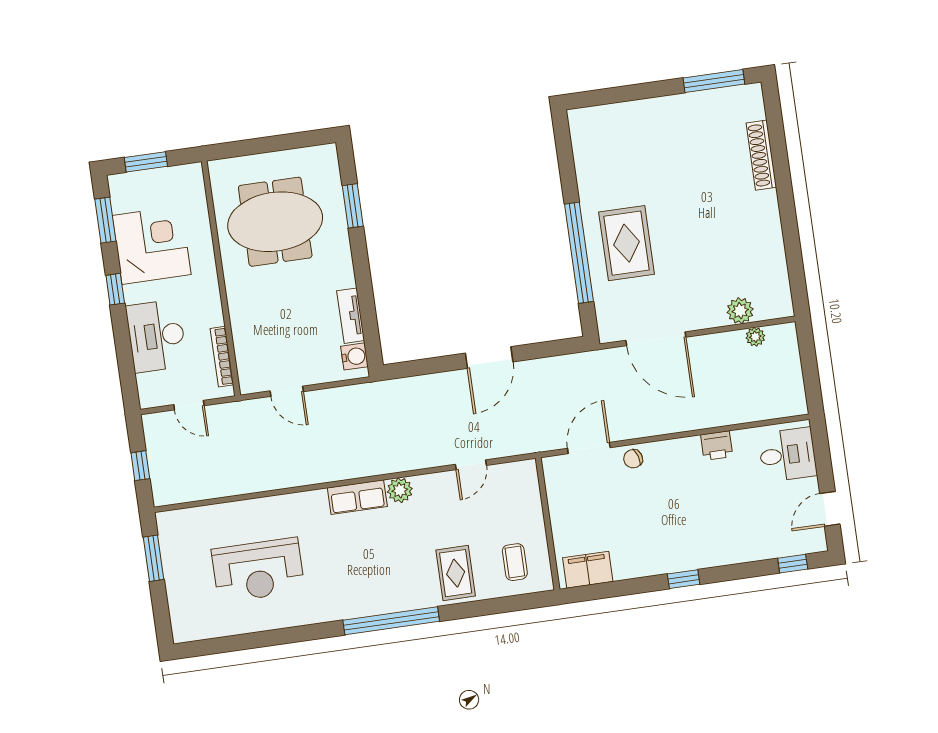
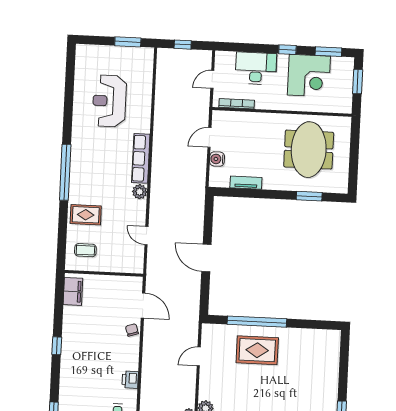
door: (656, 339) -> (199, 356), width x0.53
water cooler: (354, 356) -> (217, 159), moved, turned 90
row of seats: (357, 497) -> (141, 158), width x1.48

